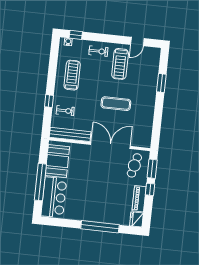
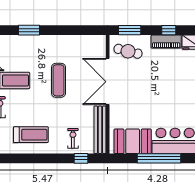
treadmill: (72, 75) -> (31, 135), turned 180
window: (49, 101) -> (81, 158), moved
window: (150, 189) -> (169, 30), moved

